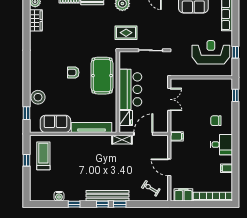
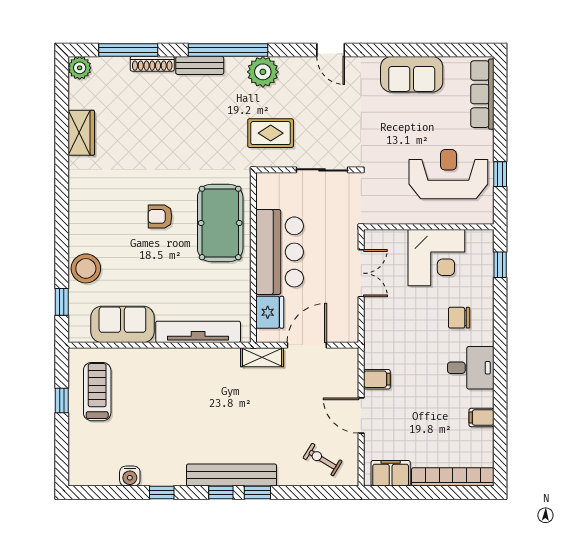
wardrobe: (36, 20) -> (81, 133), moved
corner desk: (205, 92) -> (436, 258), added
filing cabinet: (177, 136) -> (377, 379), moved

